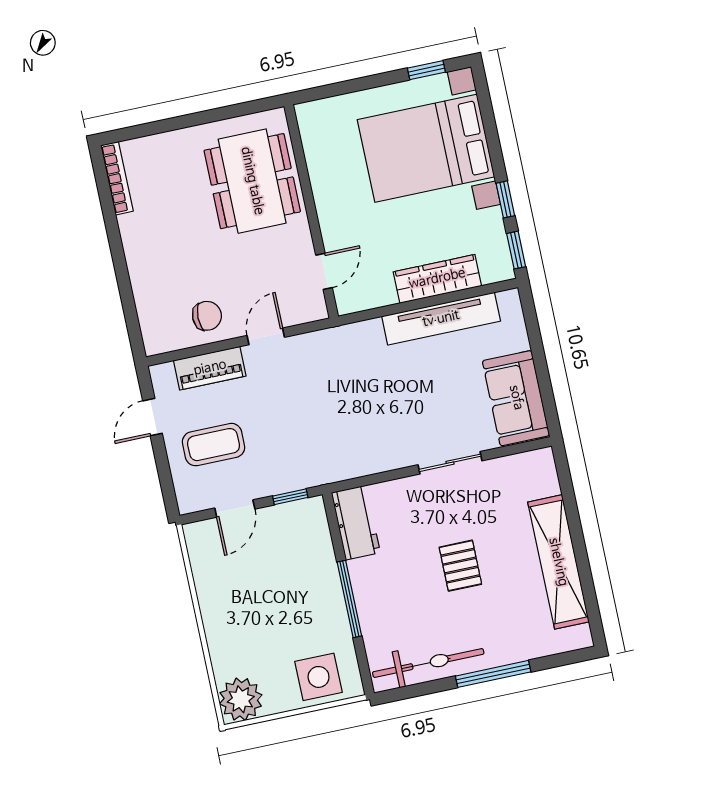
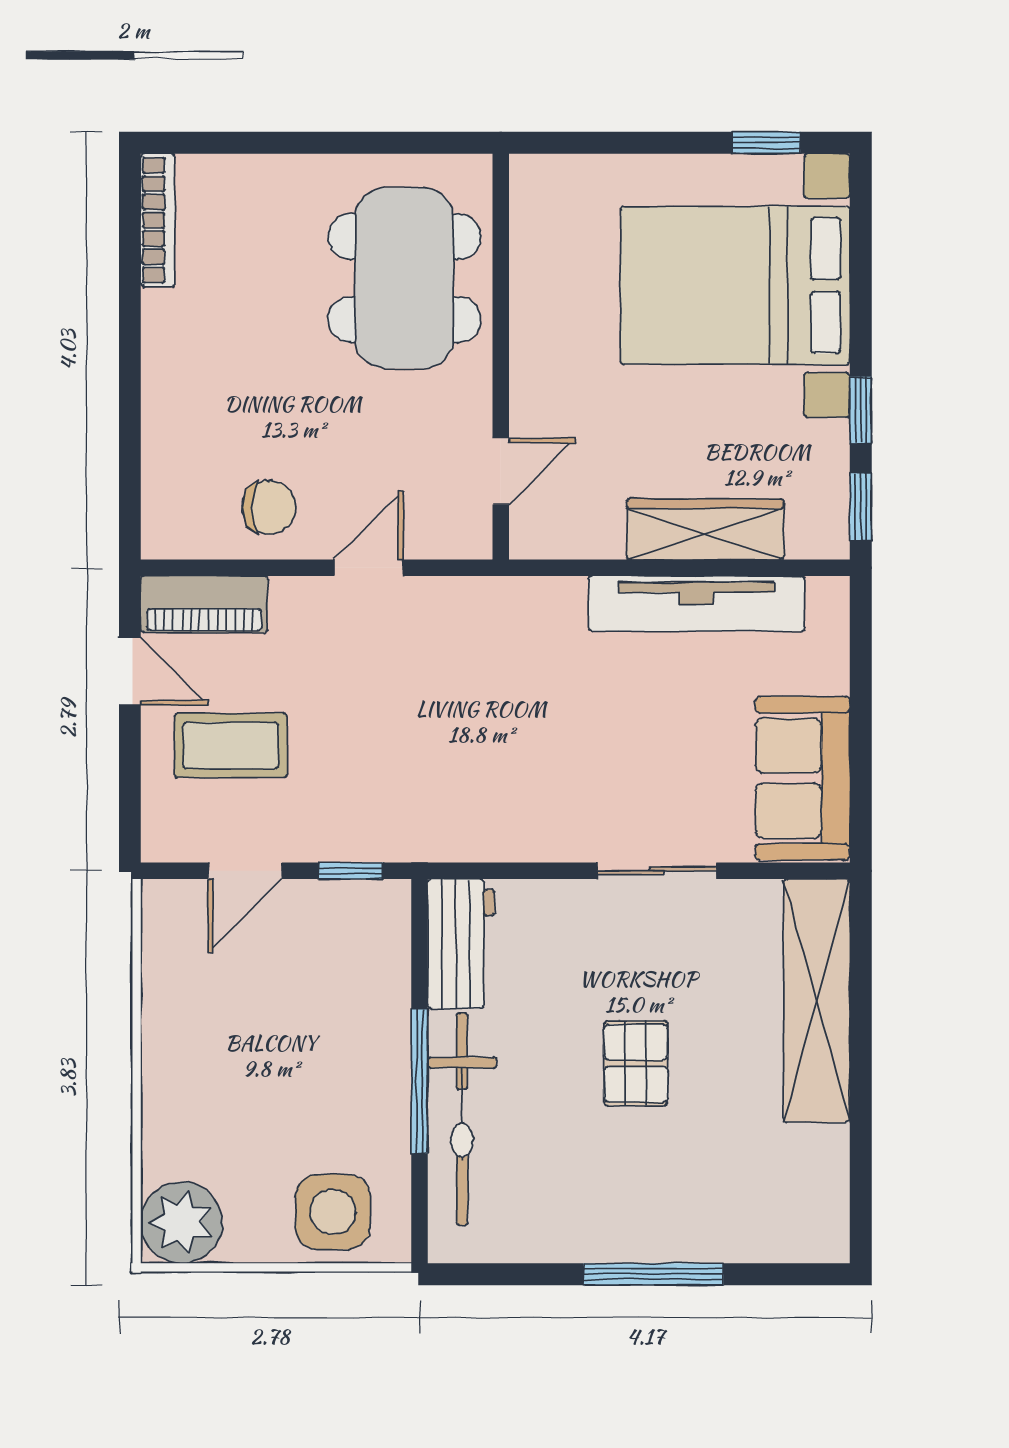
piano: (210, 368) -> (204, 604), moved
door: (152, 417) -> (130, 671), swing flipped
shelving: (558, 562) -> (817, 1001), moved
bicycle: (428, 663) -> (462, 1119), moved, turned 90

